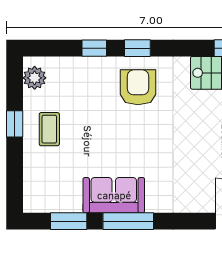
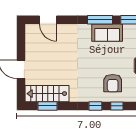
armchair: (138, 87) -> (113, 83), moved

